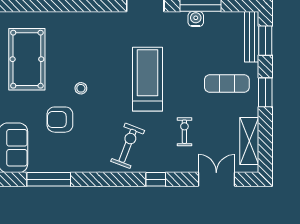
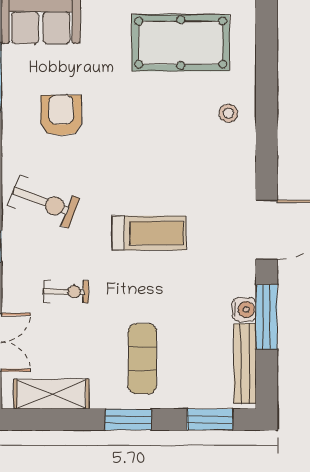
bench: (252, 37) -> (245, 364), moved, turned 90
treadmill: (147, 79) -> (149, 233), width x0.73, depth x0.73
stool: (81, 88) -> (228, 113), moved
armchair: (60, 120) -> (61, 115), moved

